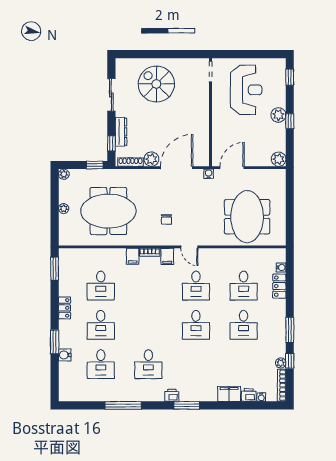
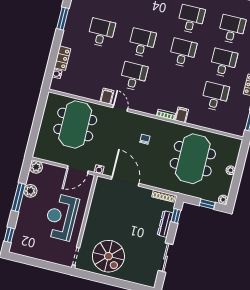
spiral stairs: (156, 84) -> (108, 256), moved
reception desk: (246, 90) -> (61, 217), moved
plant: (278, 115) -> (30, 191), moved
window: (290, 121) -> (18, 197), width x2.17
plant: (151, 159) -> (145, 194), removed
window: (95, 165) -> (207, 204), moved
door: (177, 168) -> (125, 181), swing flipped
meeting table: (108, 211) -> (193, 159), turned 90
door: (189, 247) -> (120, 108), moved
filing cabinet: (167, 256) -> (107, 96), moved
desk: (244, 286) -> (183, 53), moved

